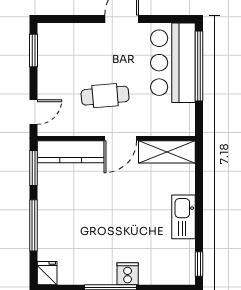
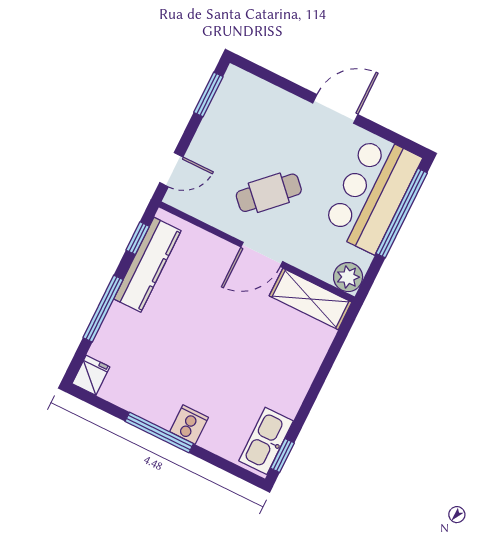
cafe table: (105, 96) -> (269, 193), turned -39
plant: (184, 125) -> (348, 277), added
kitchen counter: (71, 152) -> (147, 265), moved, turned -90
window: (34, 168) -> (138, 238), width x0.67
kitchen sink: (183, 217) -> (266, 441), moved

